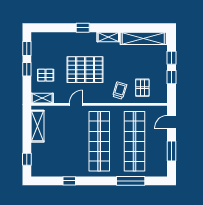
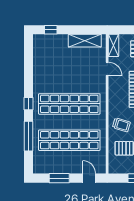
door: (76, 104) -> (107, 69), moved
window: (69, 181) -> (28, 104), moved

